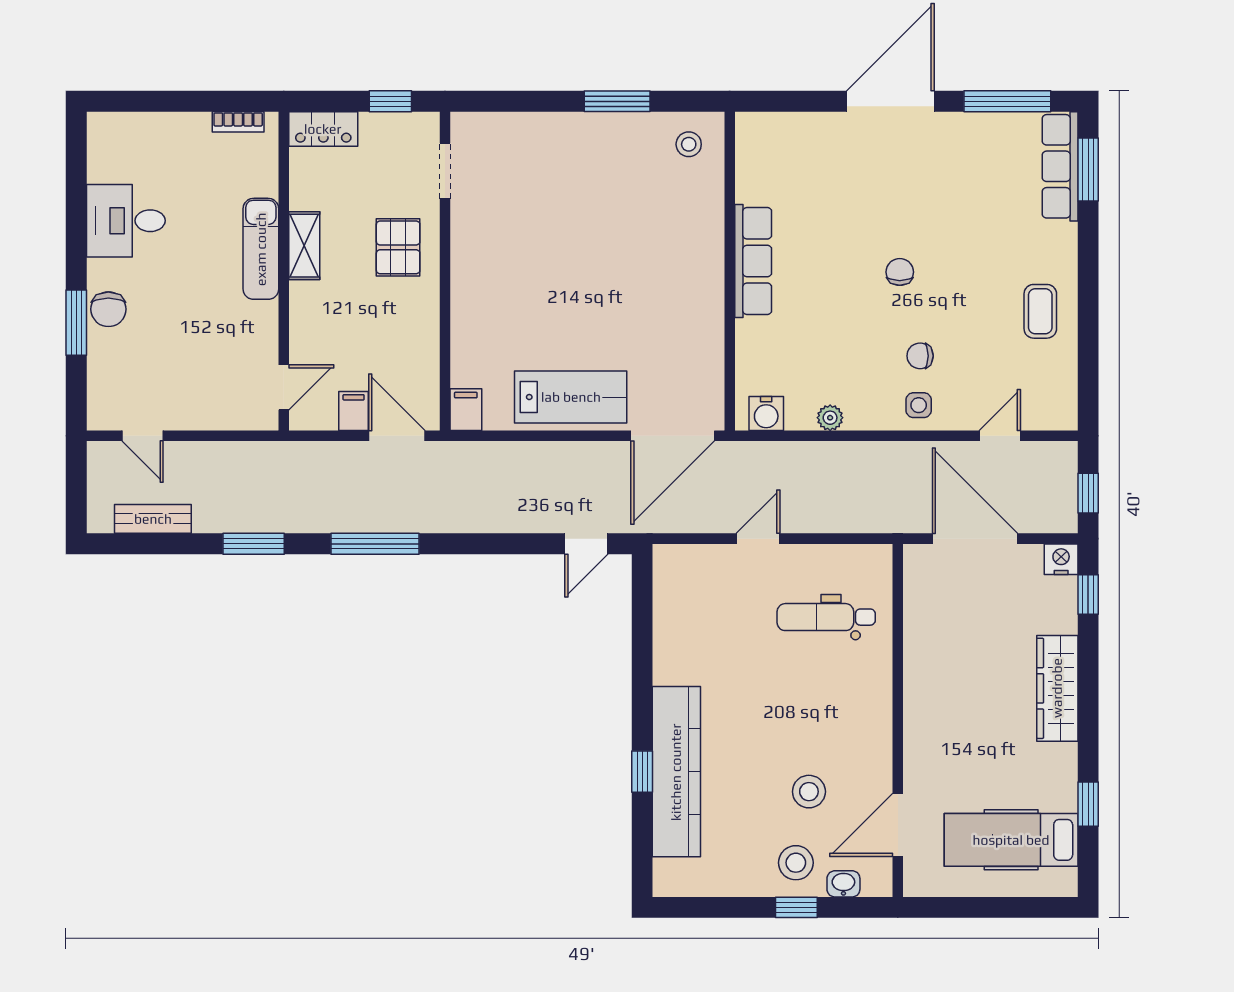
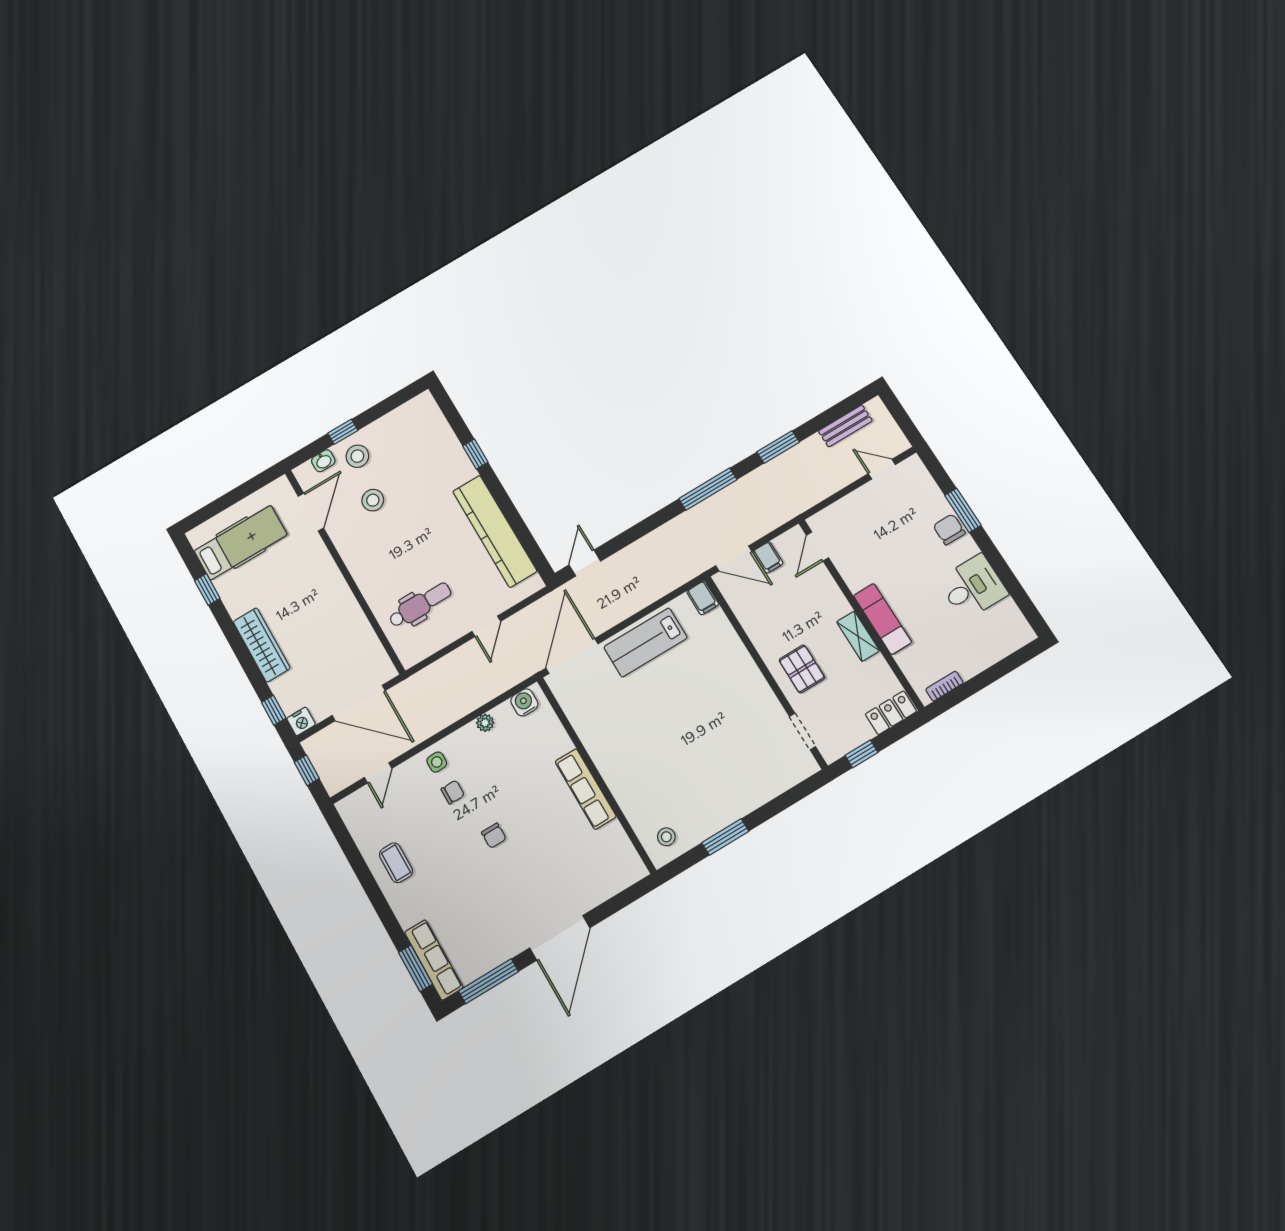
kitchen counter: (676, 772) -> (495, 531), moved

